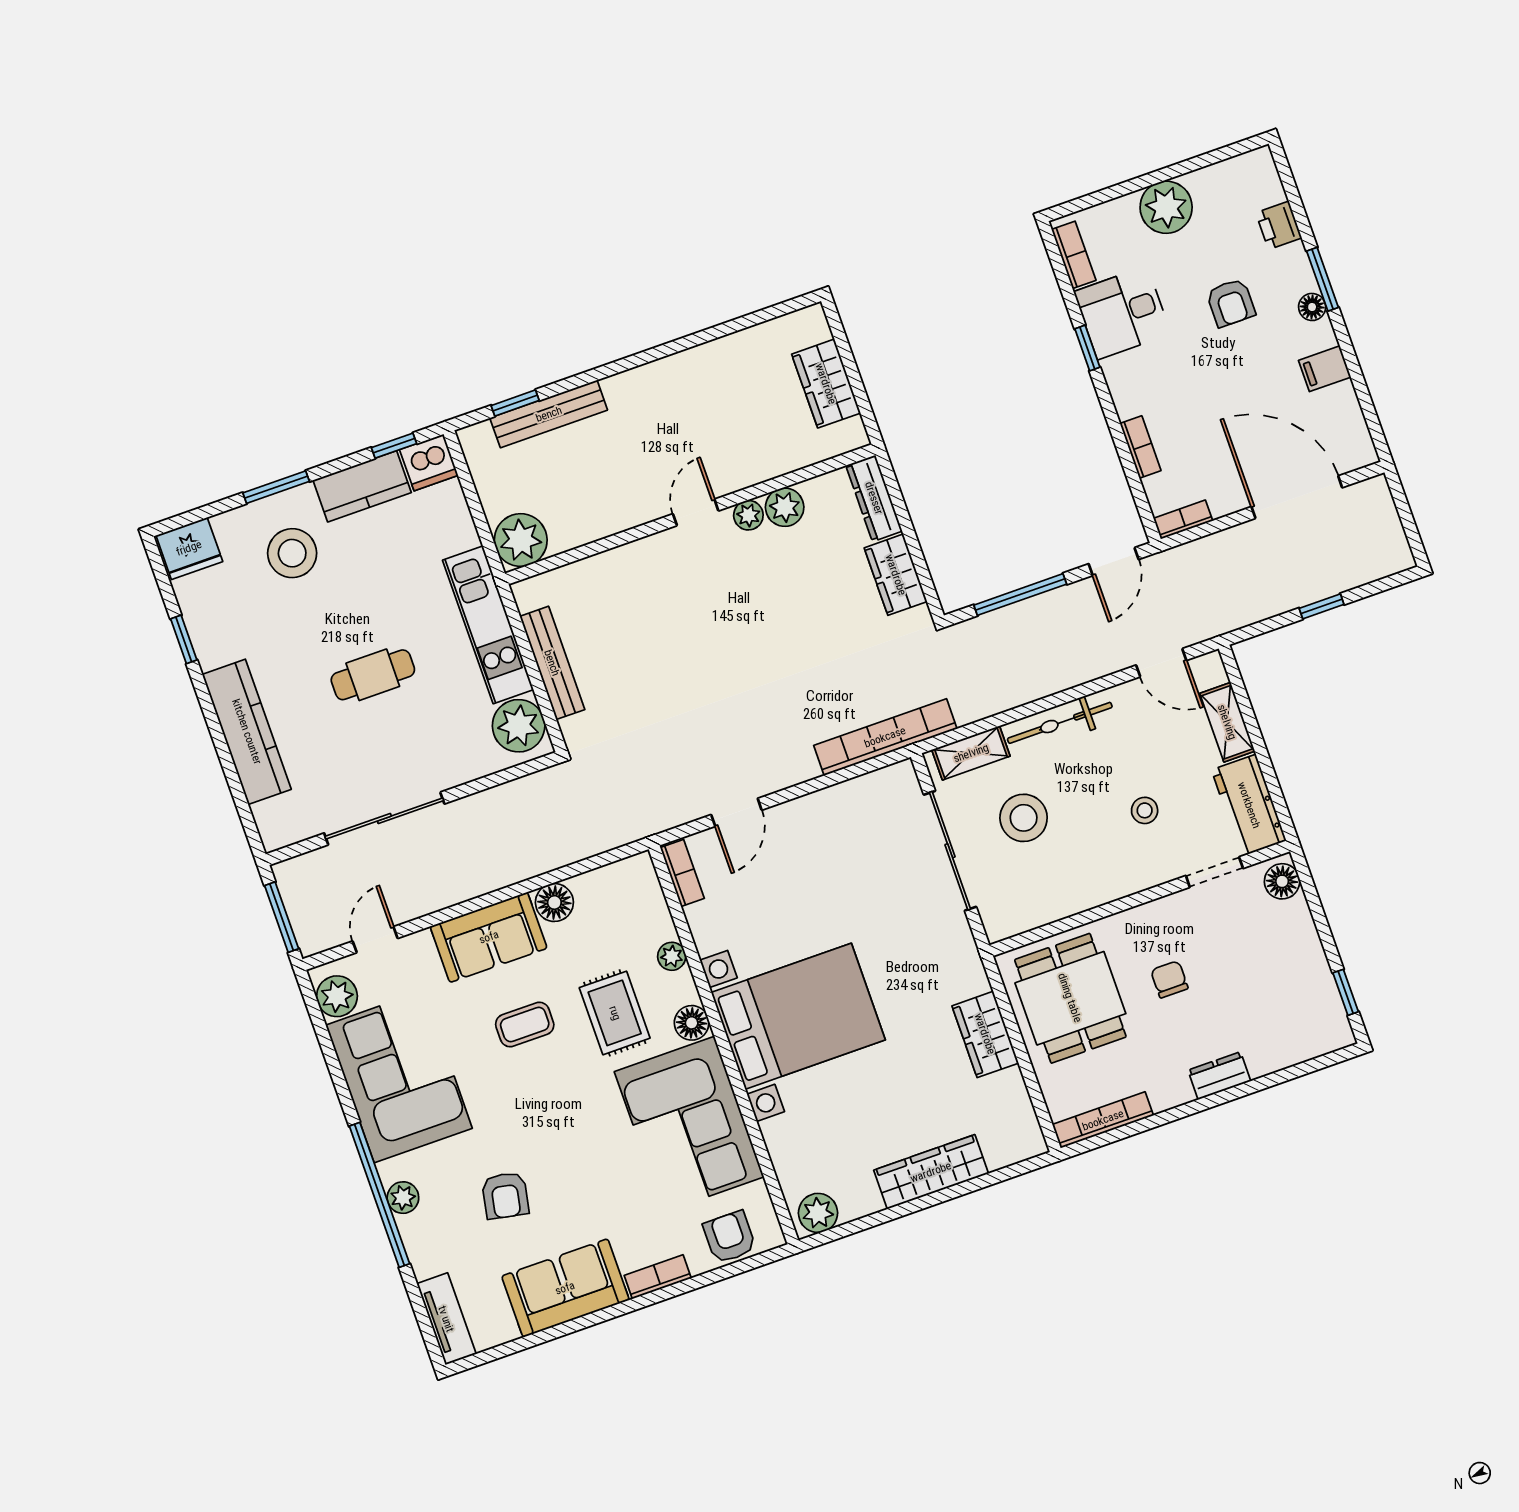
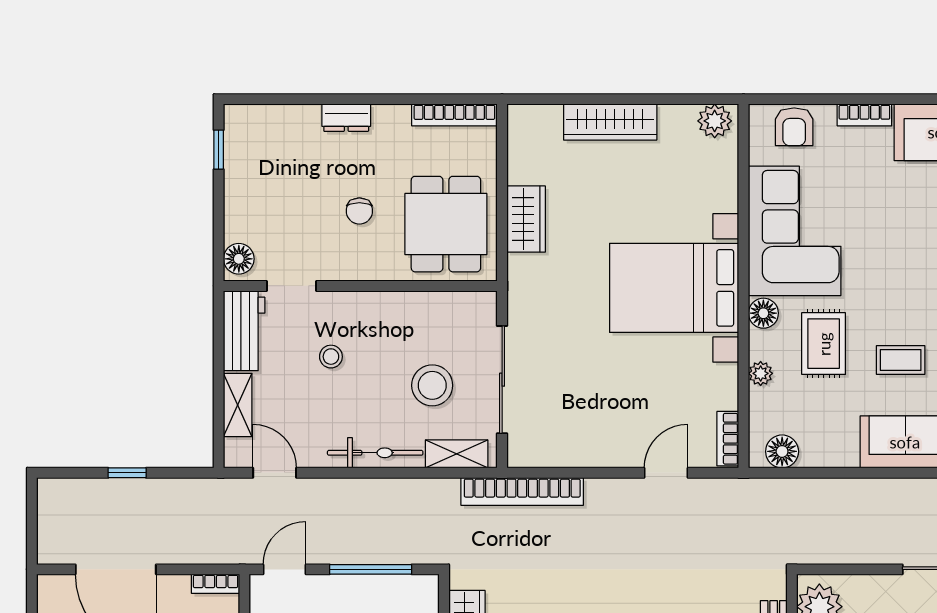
floor lamp: (554, 902) -> (782, 451), moved

